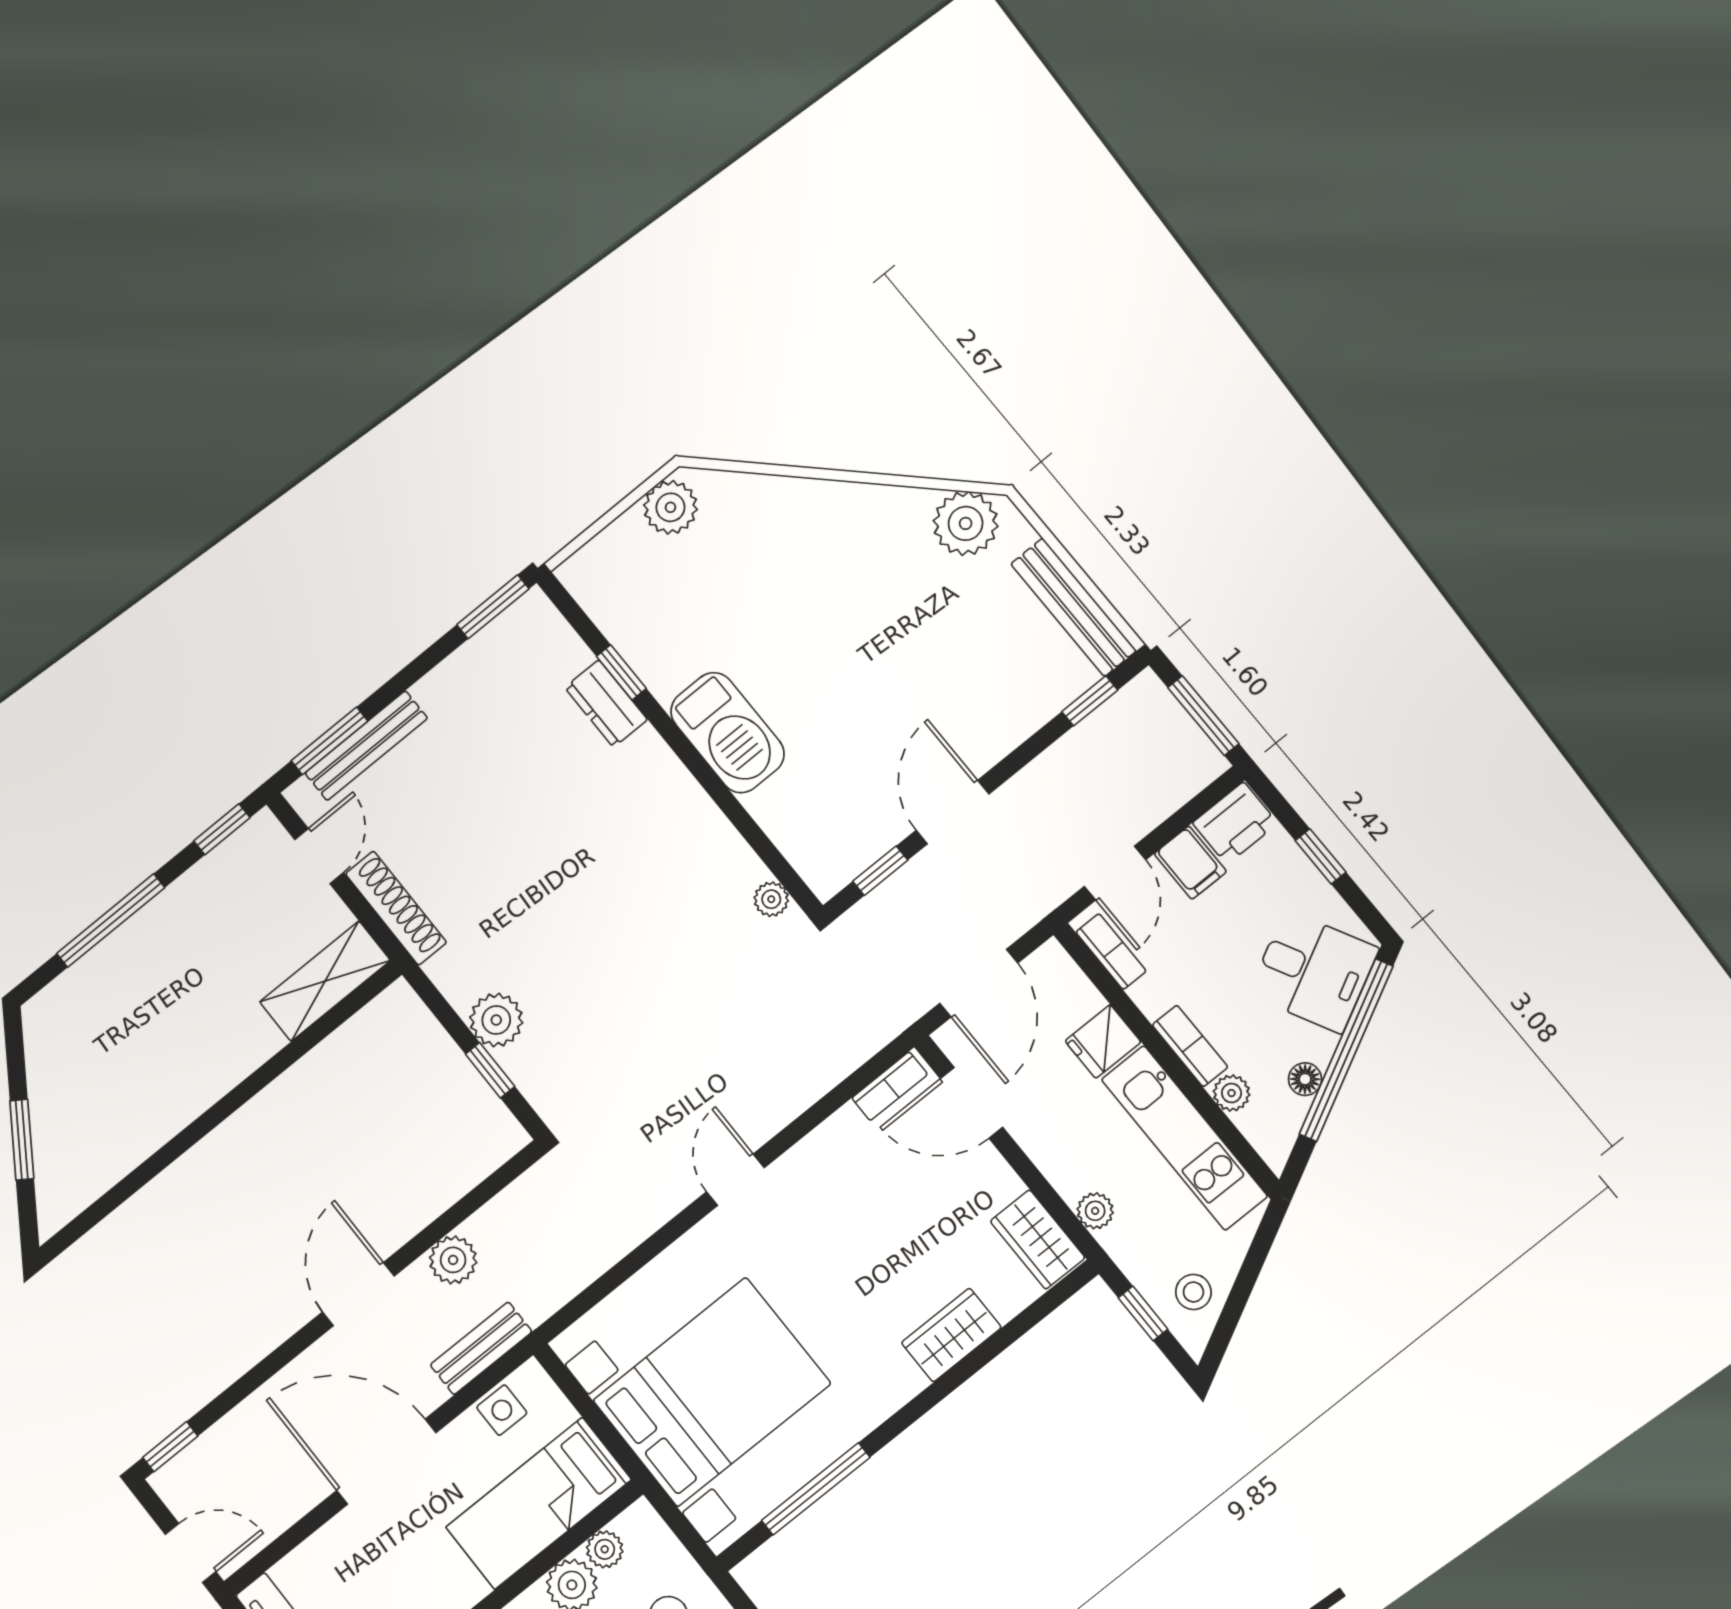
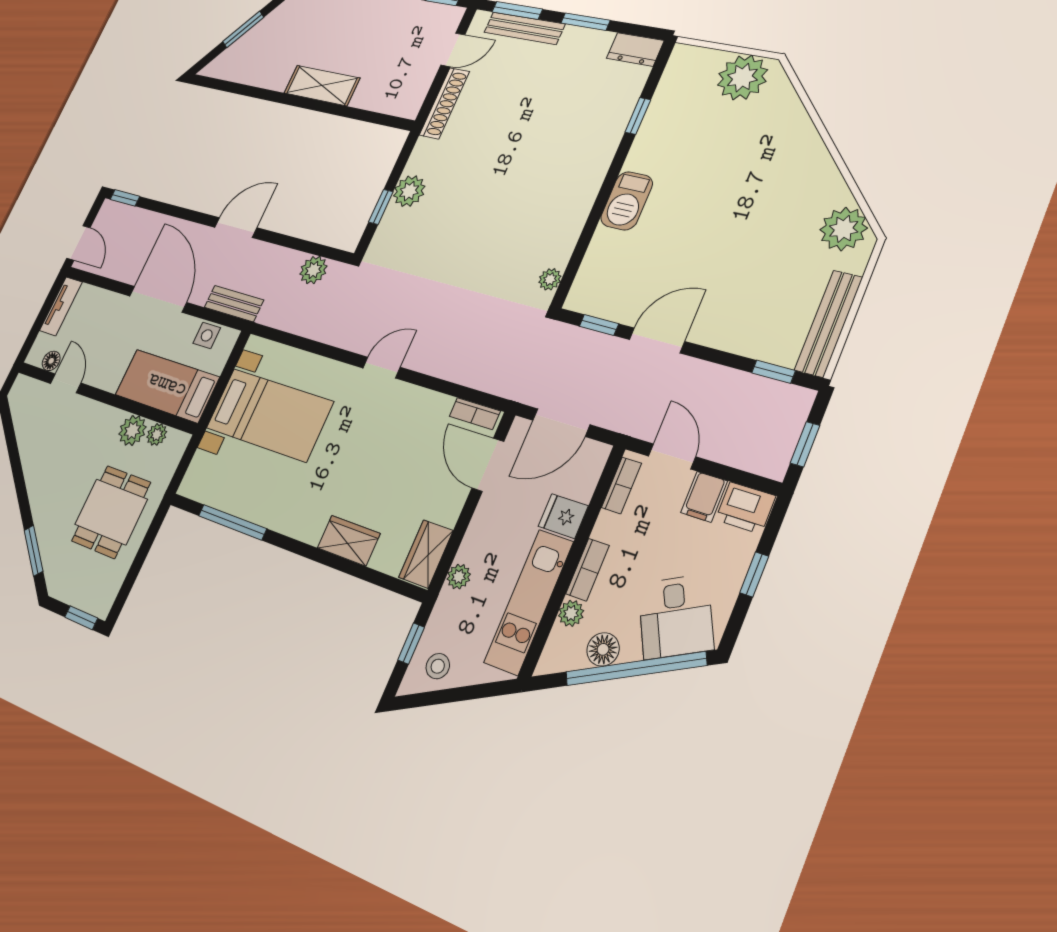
plant: (670, 507) -> (742, 78), width x1.36, depth x1.36
window: (493, 607) -> (585, 22), moved
dresser: (606, 704) -> (635, 49), moved, turned -90
window: (1203, 716) -> (805, 444), width x0.67
barbecue: (727, 733) -> (627, 201), width x0.73, depth x0.83
door: (1115, 873) -> (672, 456), swing flipped
shelving: (325, 981) -> (322, 86), moved
floor lamp: (1305, 1079) -> (603, 649), width x1.37, depth x1.37
plant: (453, 1260) -> (313, 270), moved
bed with nightstands: (712, 1392) -> (269, 415), width x0.73

